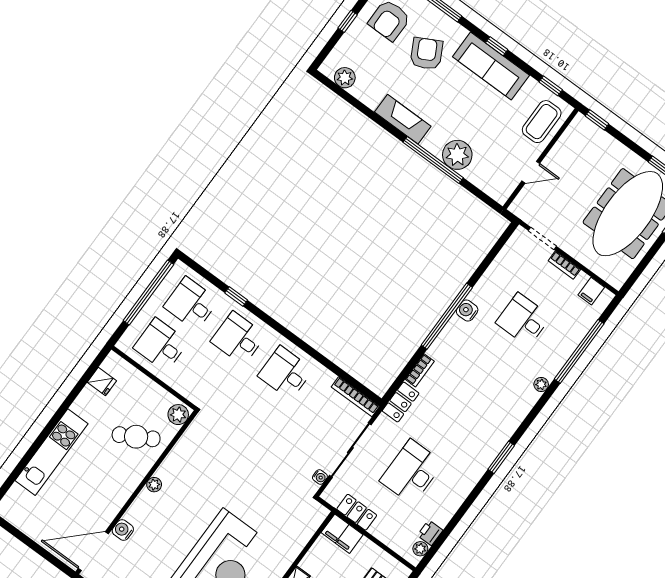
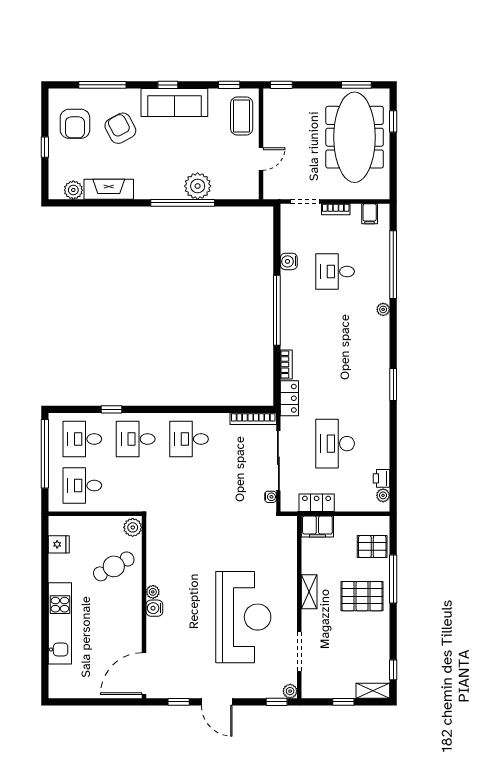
fireplace: (403, 119) -> (109, 189), moved
water cooler: (467, 311) -> (289, 261), moved
water cooler: (123, 530) -> (154, 608), moved

